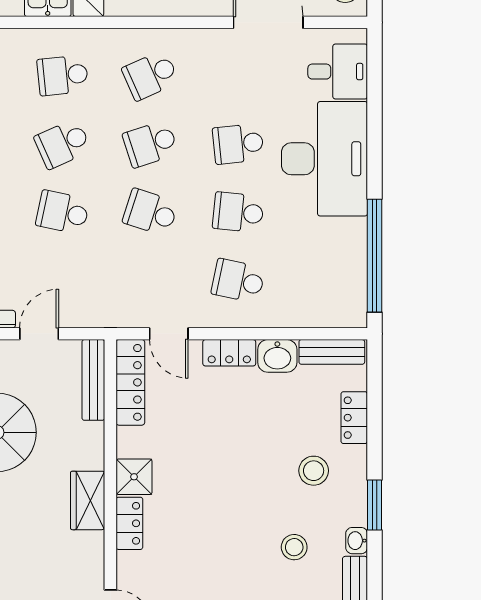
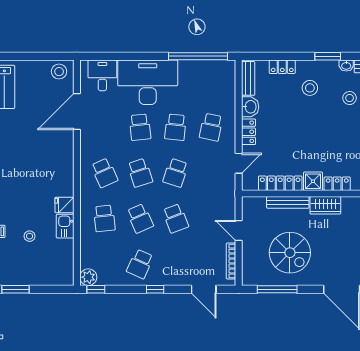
school desk: (63, 212) -> (176, 218), turned -33
bench: (93, 380) -> (288, 202), moved
locker: (130, 382) -> (280, 183), moved

